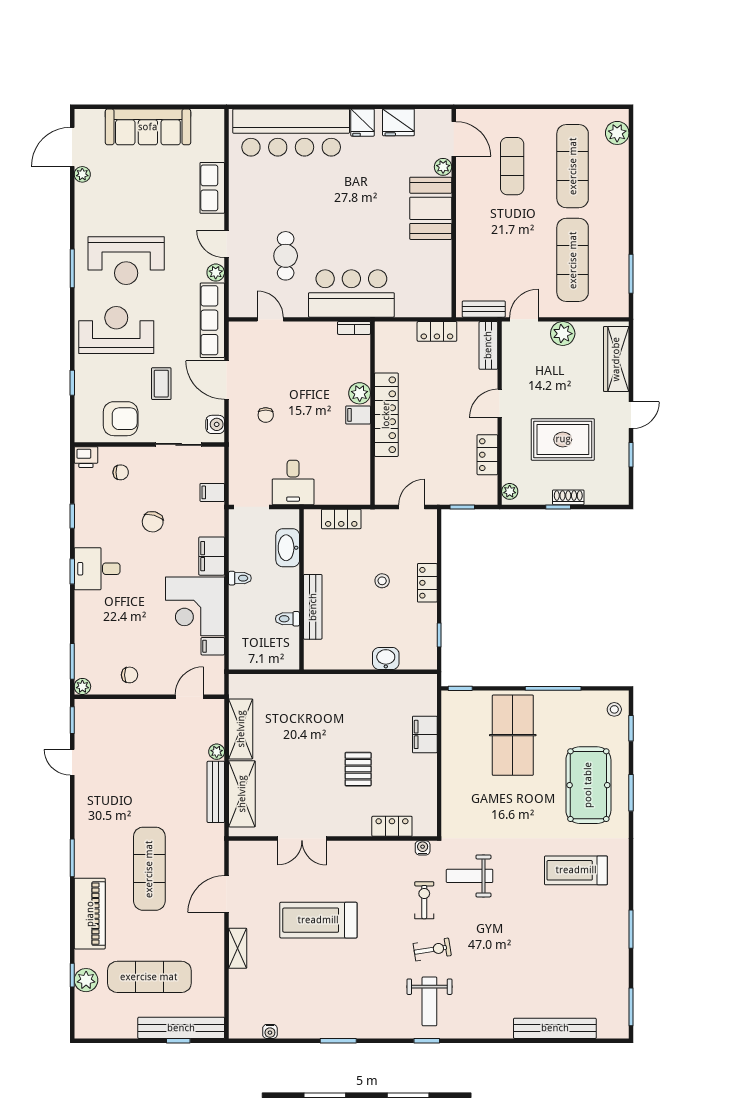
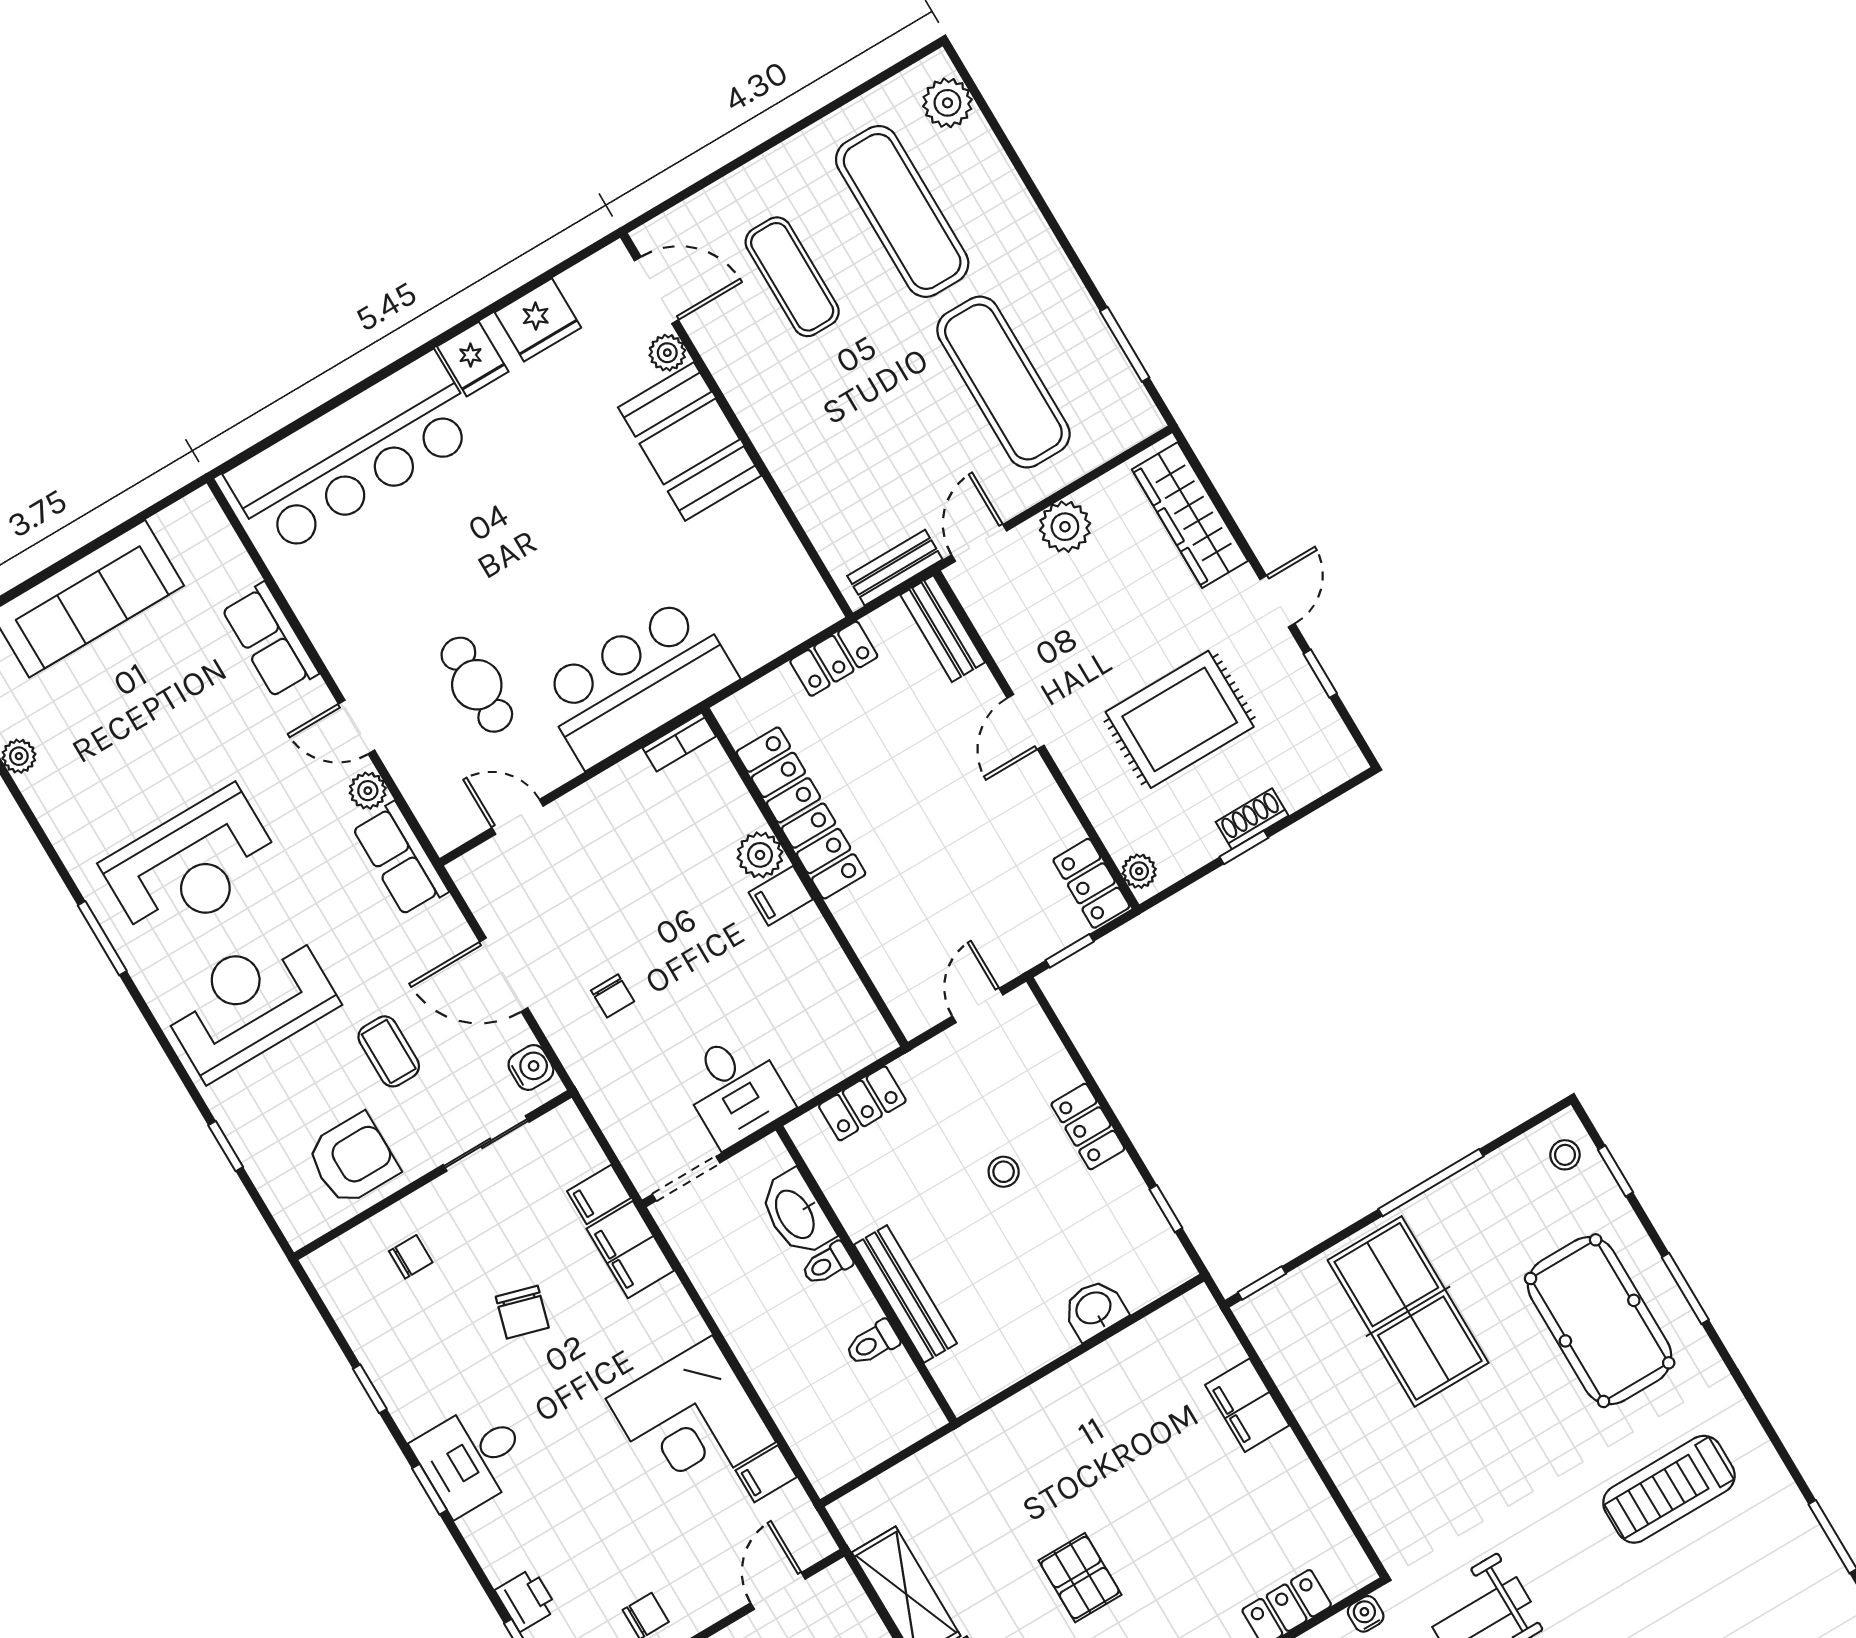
row of seats: (212, 320) -> (400, 859), width x0.68
locker: (386, 415) -> (801, 813), moved
locker: (487, 455) -> (1091, 883), moved
printer: (86, 457) -> (526, 1600), moved, turned -90
filing cabinet: (212, 556) -> (630, 1250), moved
toilet: (240, 578) -> (827, 1264), moved, turned 180
pallet: (358, 769) -> (1080, 1578), moved

